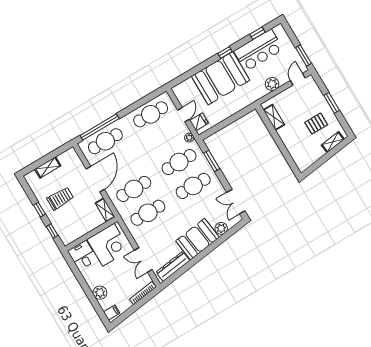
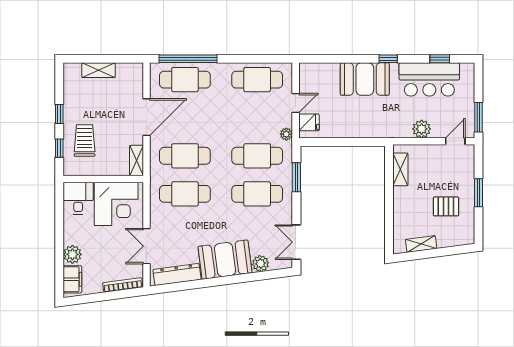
booth: (220, 78) -> (365, 79), width x0.73, depth x0.70
shelving: (333, 142) -> (421, 244), moved
trolley: (60, 198) -> (85, 140), moved, turned -90
filing cabinet: (112, 313) -> (72, 279), width x2.00

